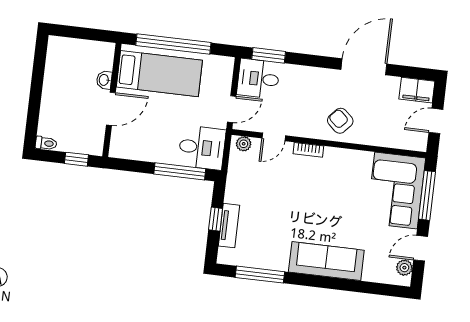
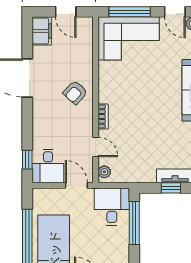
window: (269, 55) -> (27, 160), width x0.67

